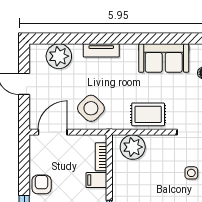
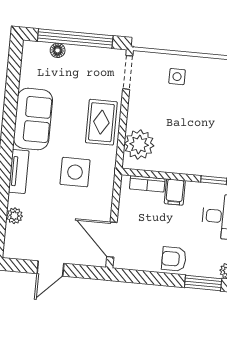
plant: (59, 56) -> (14, 216), width x0.53, depth x0.53
sofa: (164, 58) -> (33, 119), moved
side table: (91, 108) -> (75, 172), moved, turned 45

